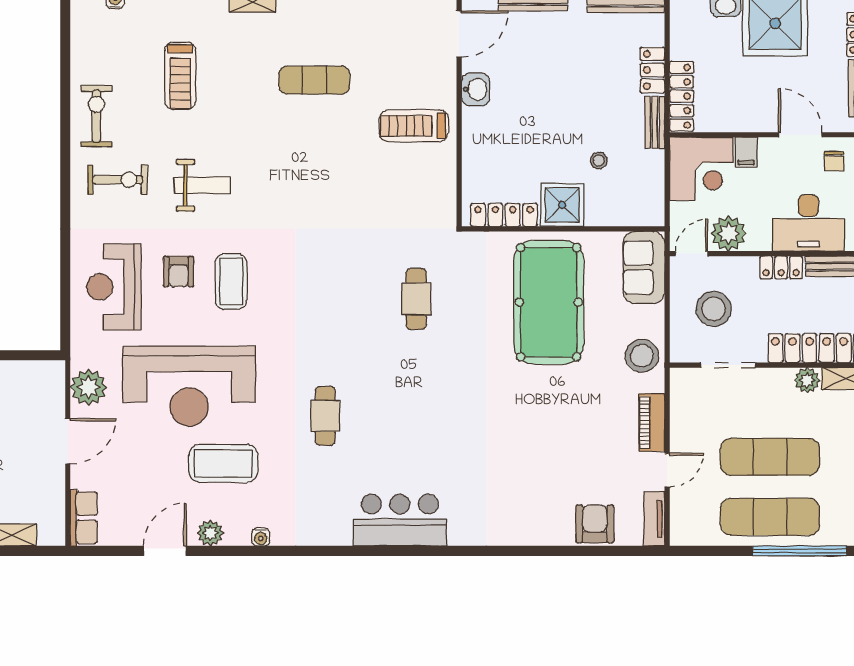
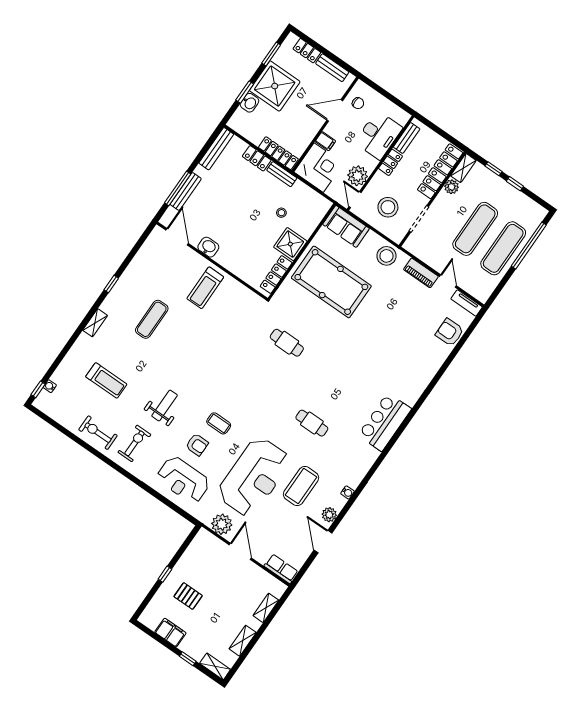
coffee table: (231, 281) -> (219, 423), width x0.73, depth x0.77

